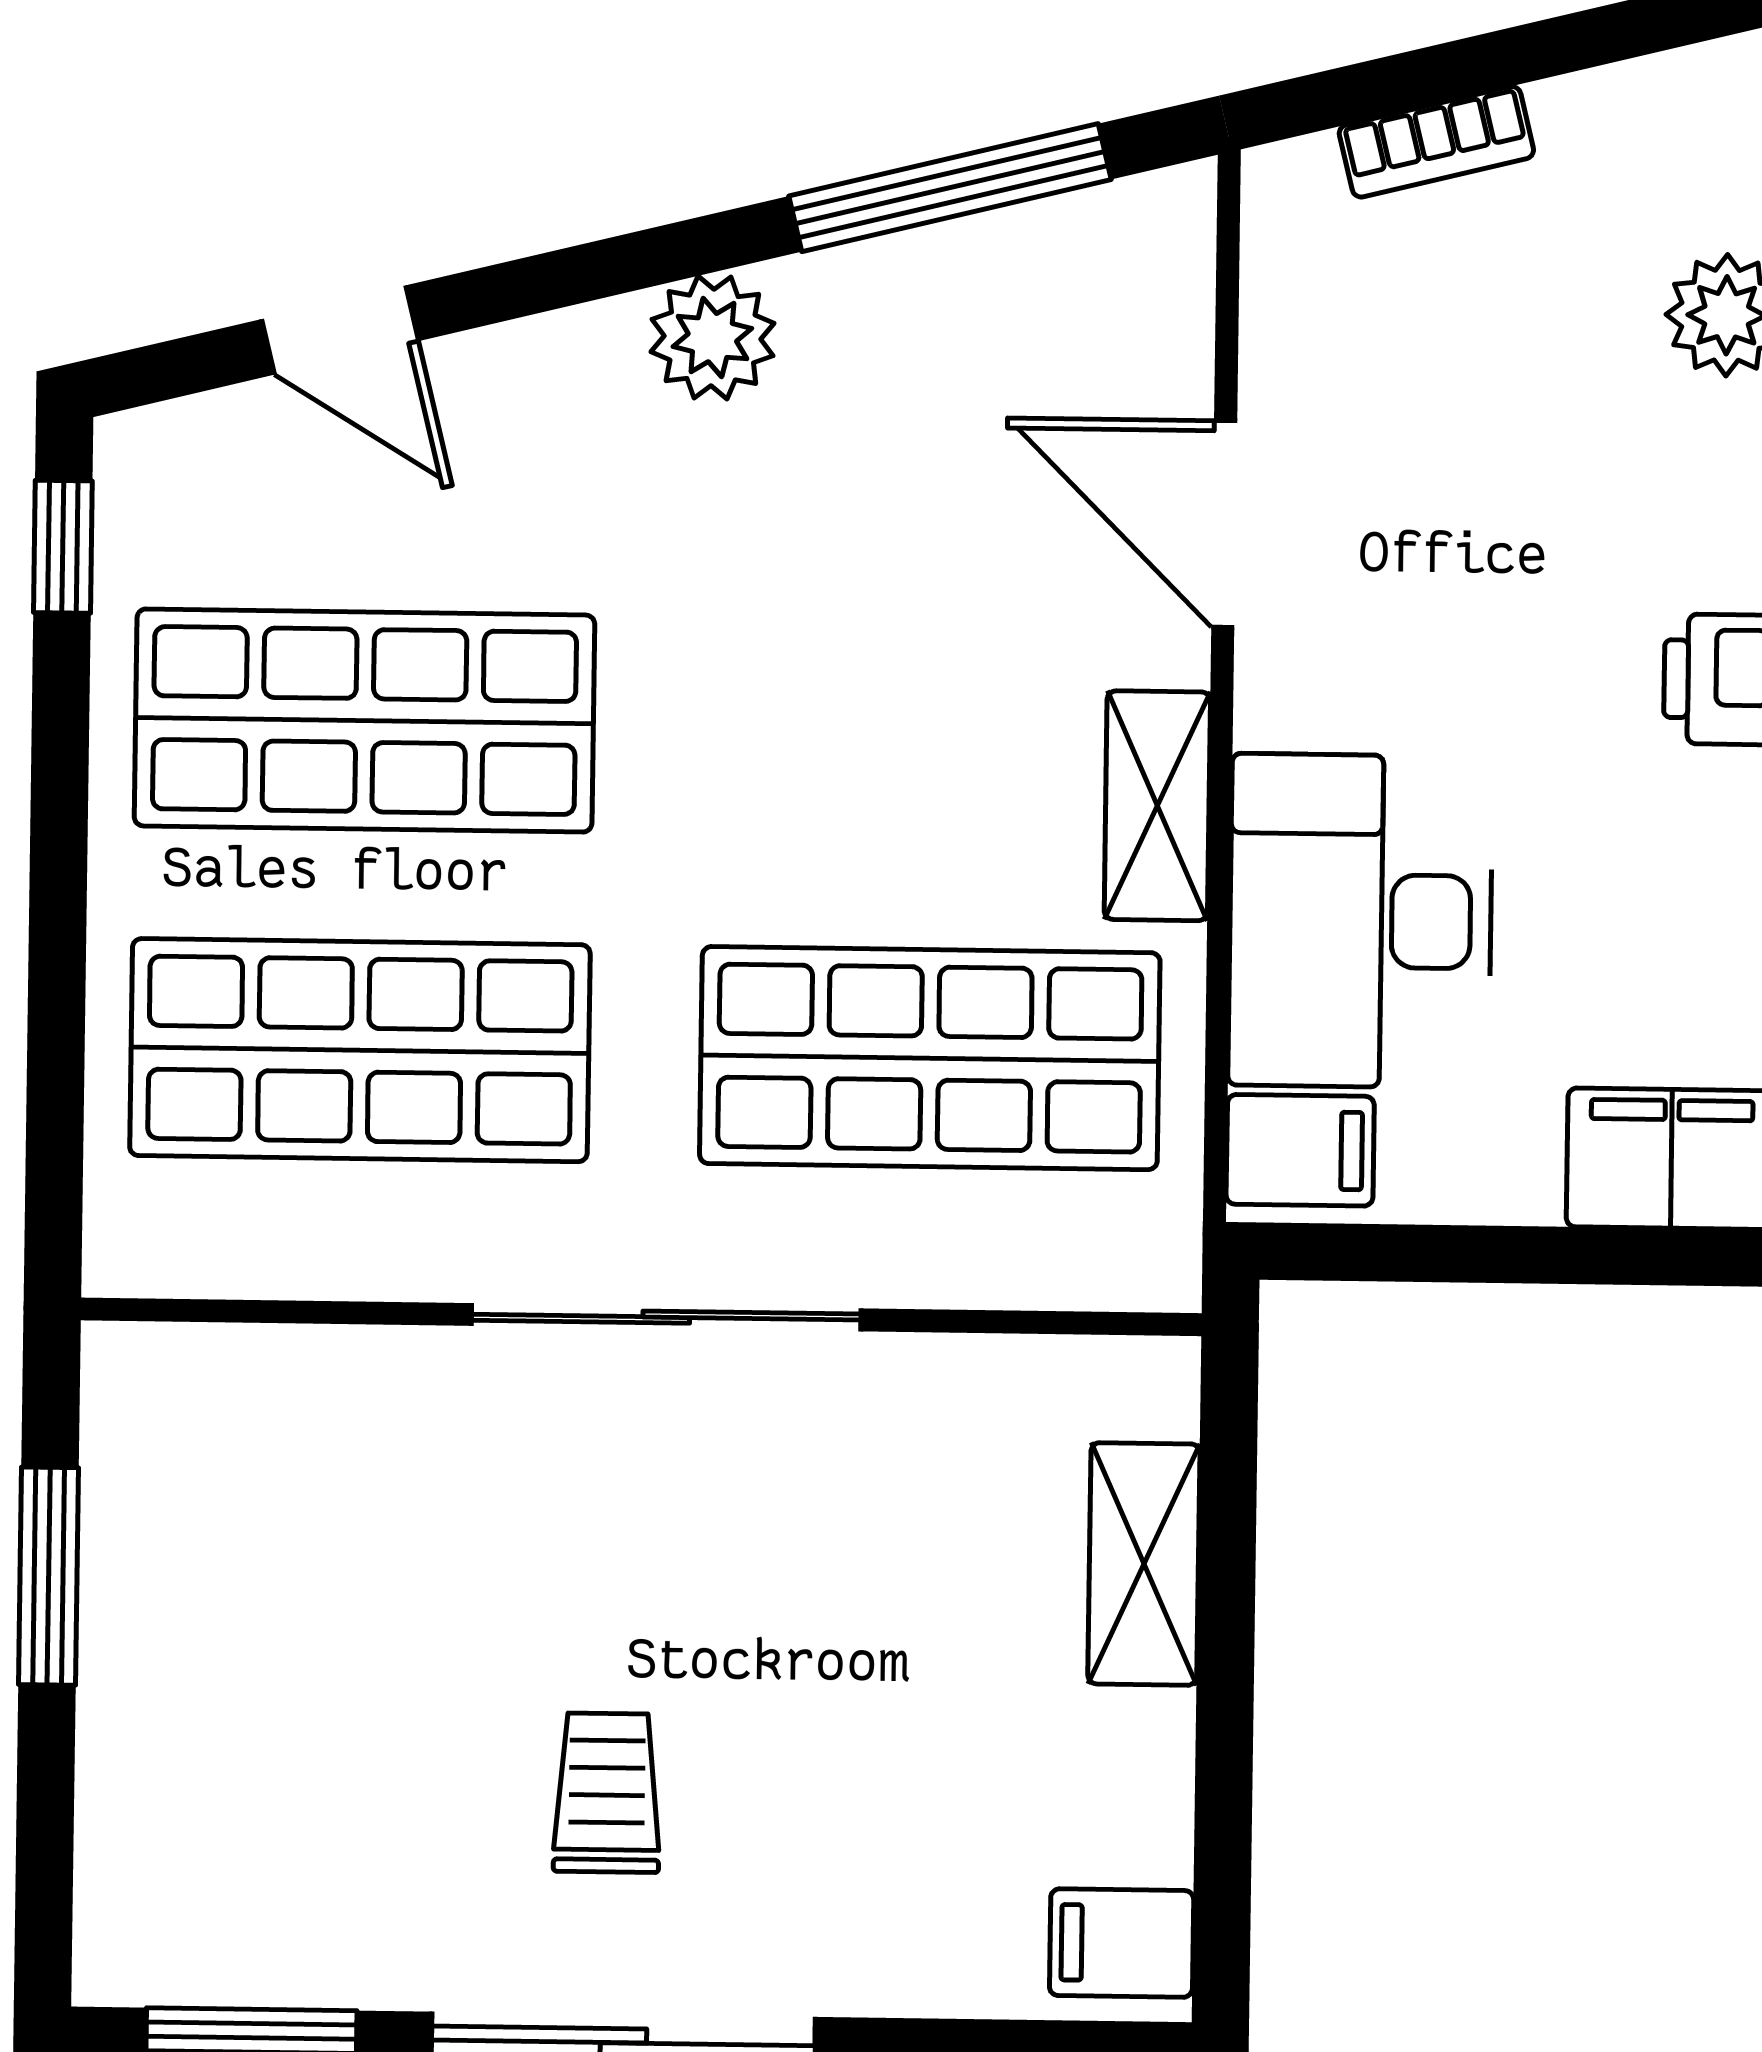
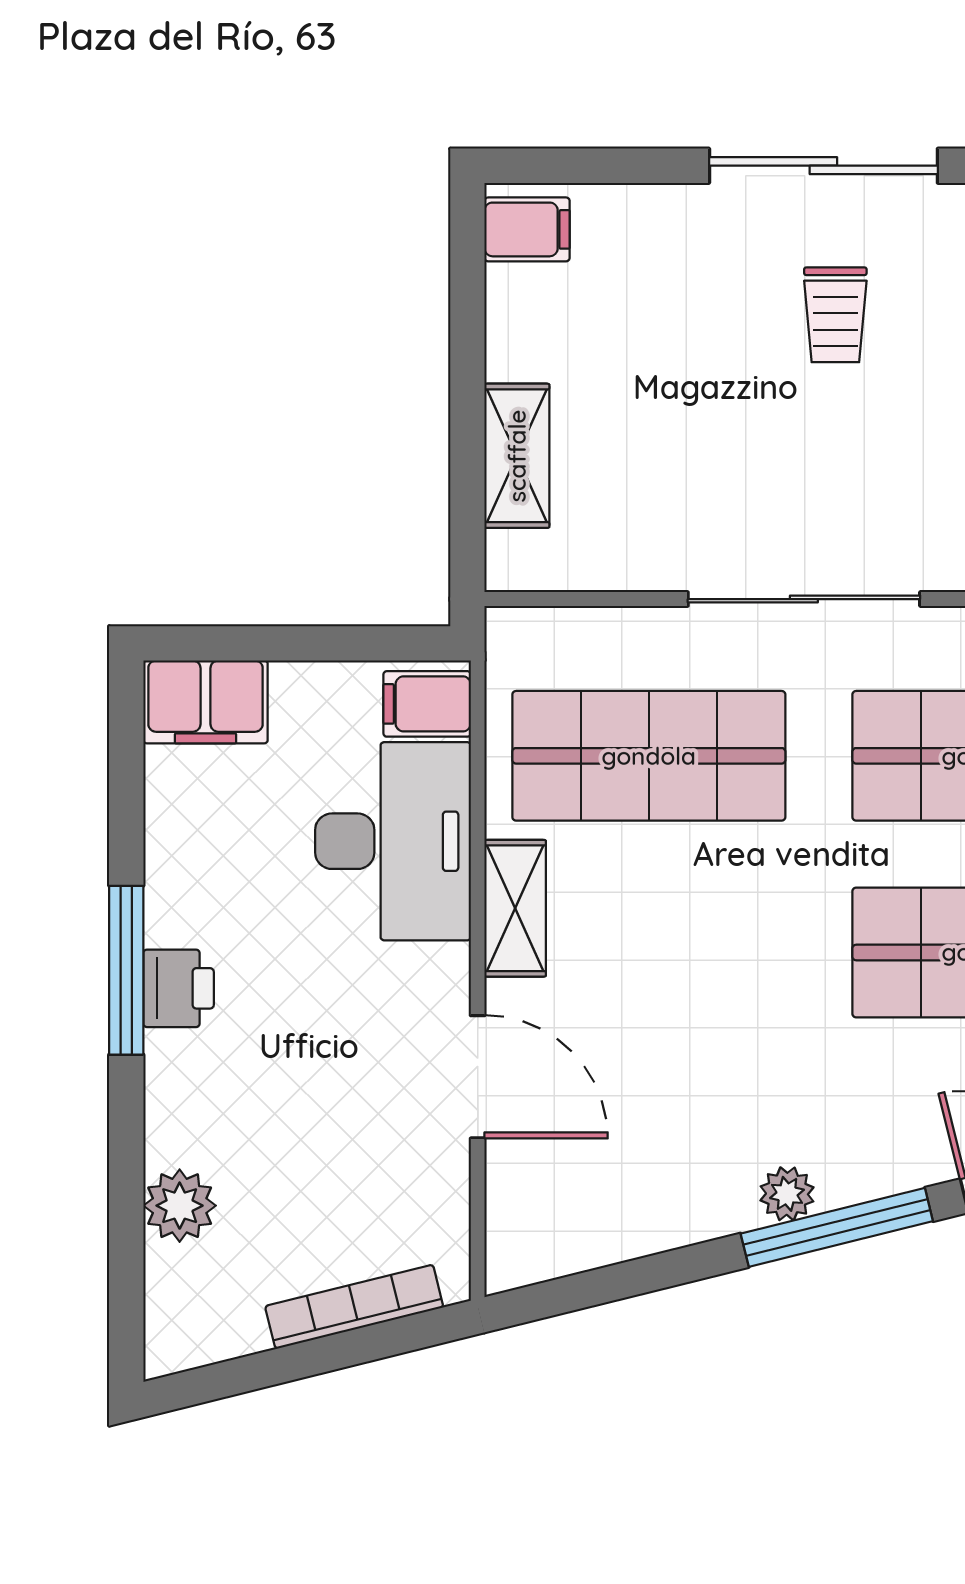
bookcase: (1436, 142) -> (354, 1307), width x1.56
window: (950, 188) -> (837, 1227), moved
plant: (712, 338) -> (787, 1194), width x0.73, depth x0.73

